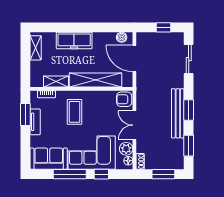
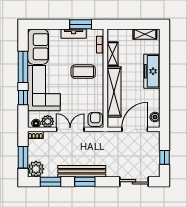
plant: (175, 161) -> (36, 169), added

